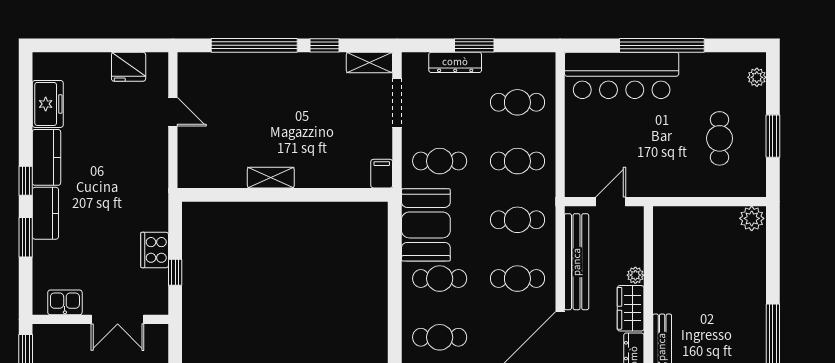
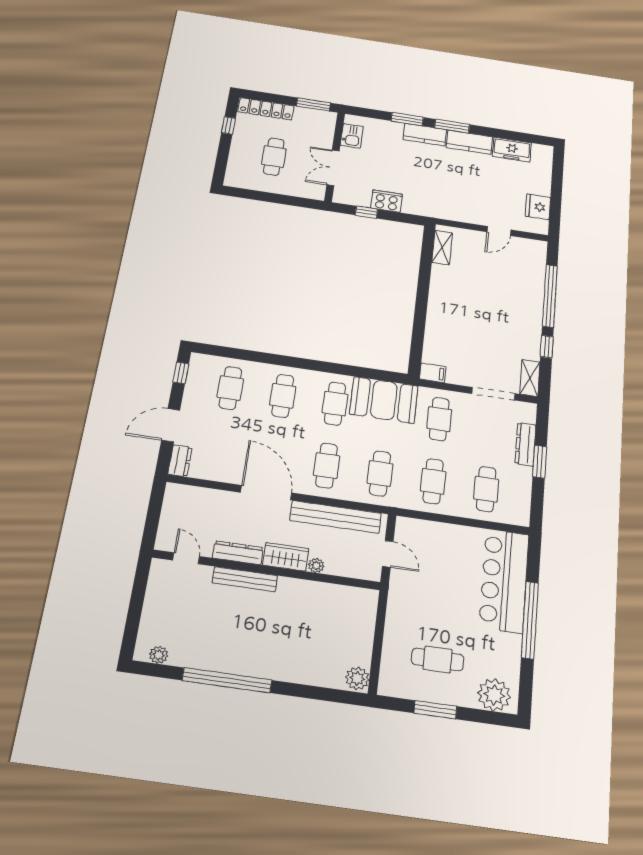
plant: (757, 77) -> (494, 695), width x1.88, depth x1.88
shelving: (271, 178) -> (442, 248), moved
window: (26, 181) -> (452, 126), width x1.50

